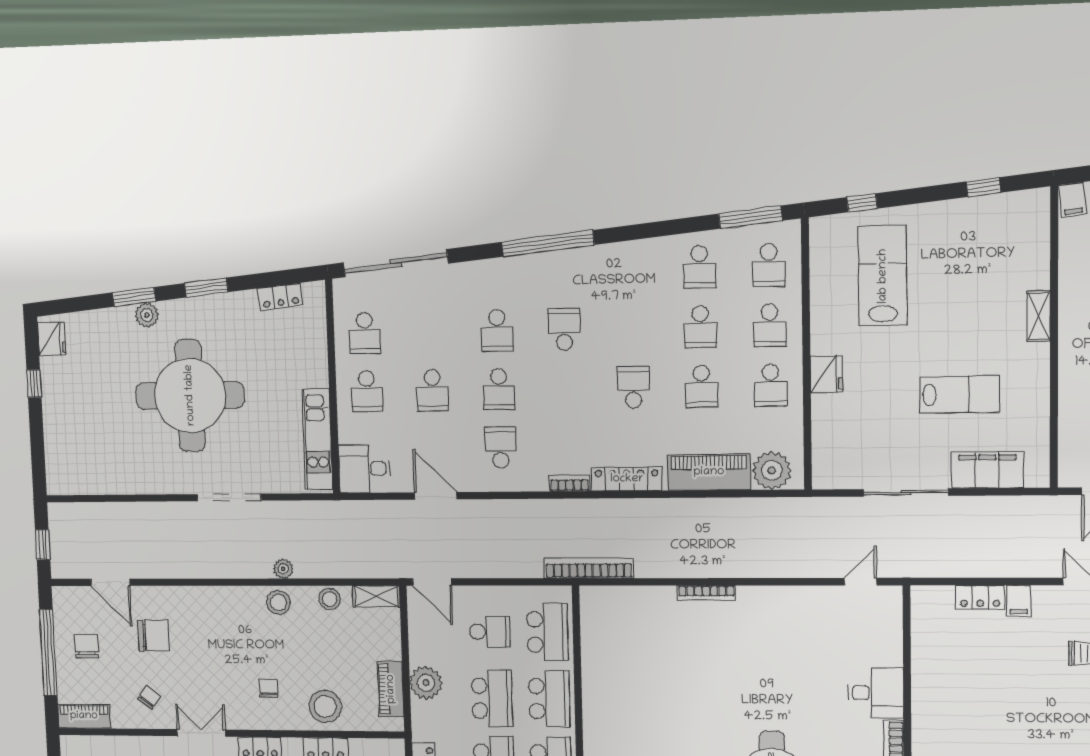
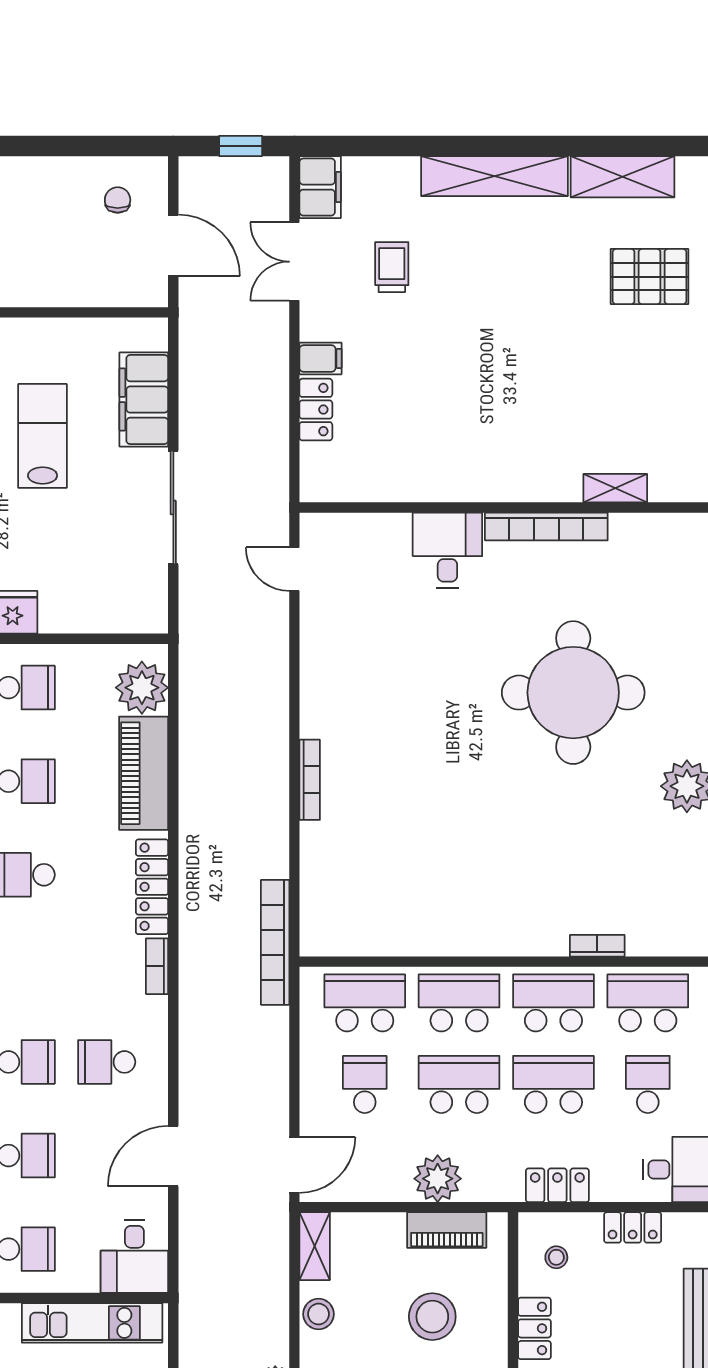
stool: (325, 706) -> (432, 1317), moved

